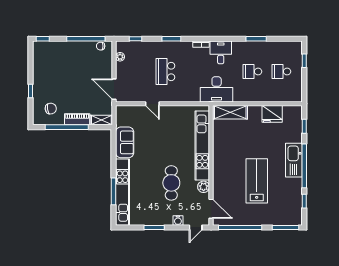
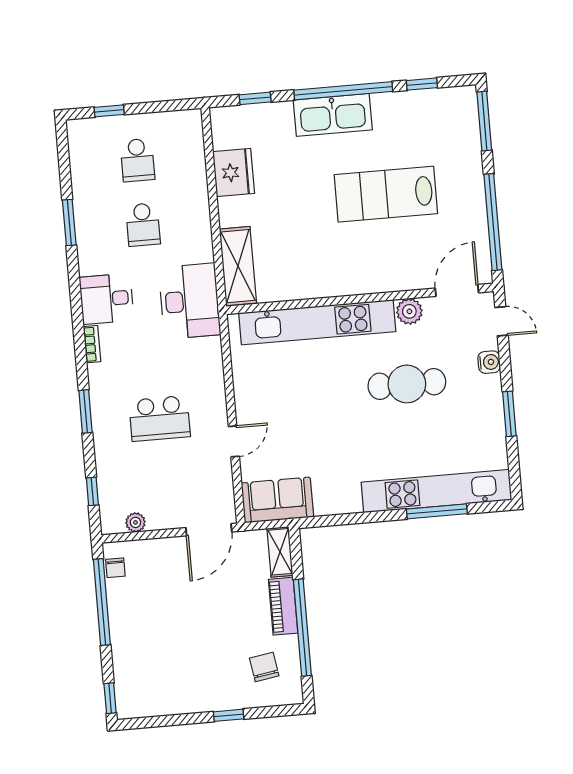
sofa: (125, 142) -> (277, 500), moved

